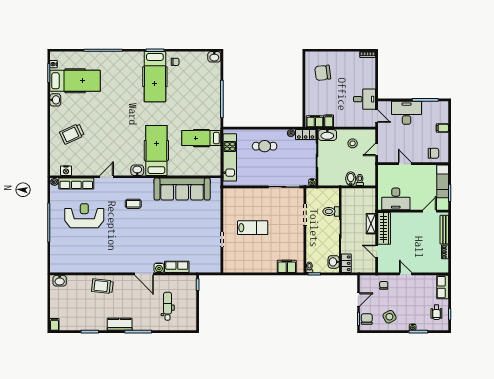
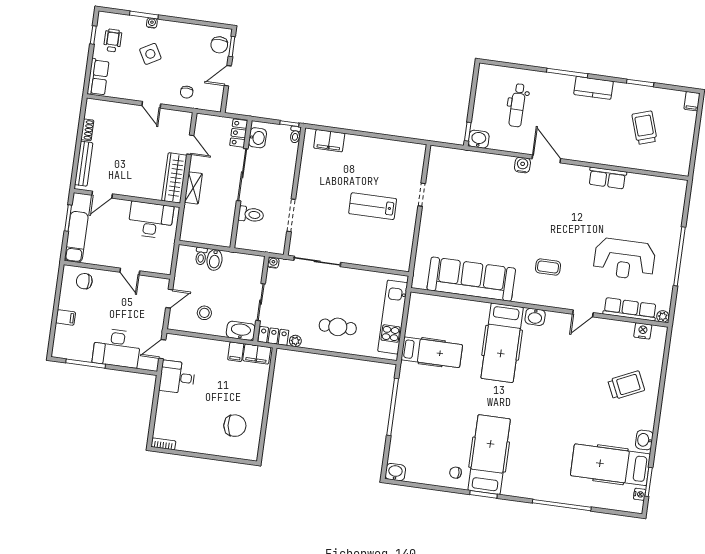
door: (377, 116) -> (162, 349), hinge flipped
row of seats: (177, 267) -> (607, 178), moved
washbasin: (60, 281) -> (479, 139), moved
trolley: (102, 286) -> (645, 128), moved, turned -114
side table: (389, 317) -> (150, 54), moved

